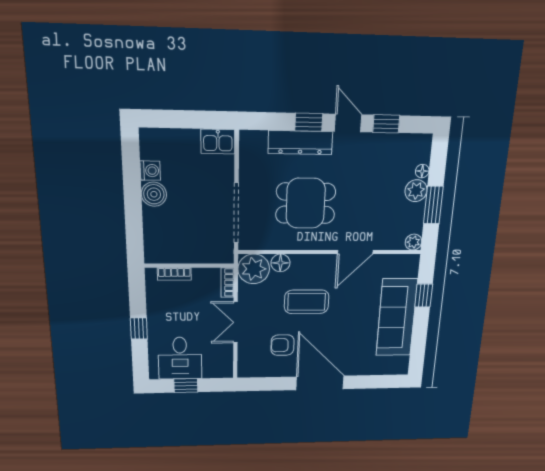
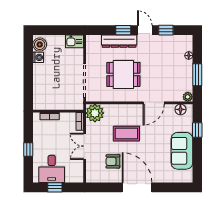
plant: (416, 191) -> (186, 67), removed
boiler: (154, 194) -> (40, 45), moved
floor lamp: (280, 263) -> (180, 109), moved
sofa: (397, 318) -> (182, 151), width x0.73

